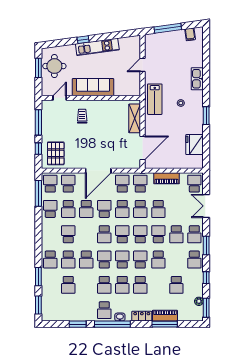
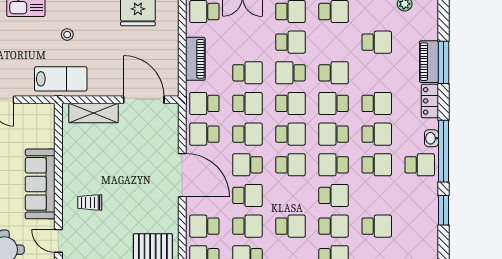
school desk: (68, 234) -> (291, 226), turned 180
school desk: (122, 234) -> (291, 134), turned 180
school desk: (140, 234) -> (291, 103), turned 180

